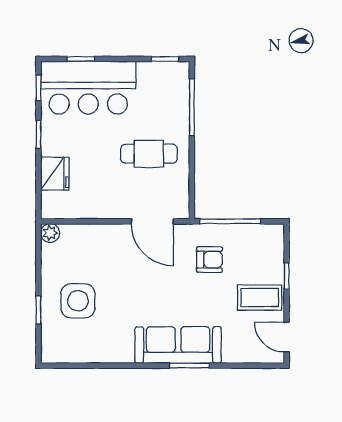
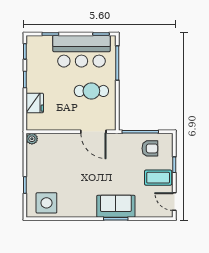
bar counter: (88, 88) -> (81, 51), moved
armchair: (209, 260) -> (150, 148), moved
side table: (78, 301) -> (46, 203), moved
sofa: (178, 345) -> (116, 206), width x0.73

